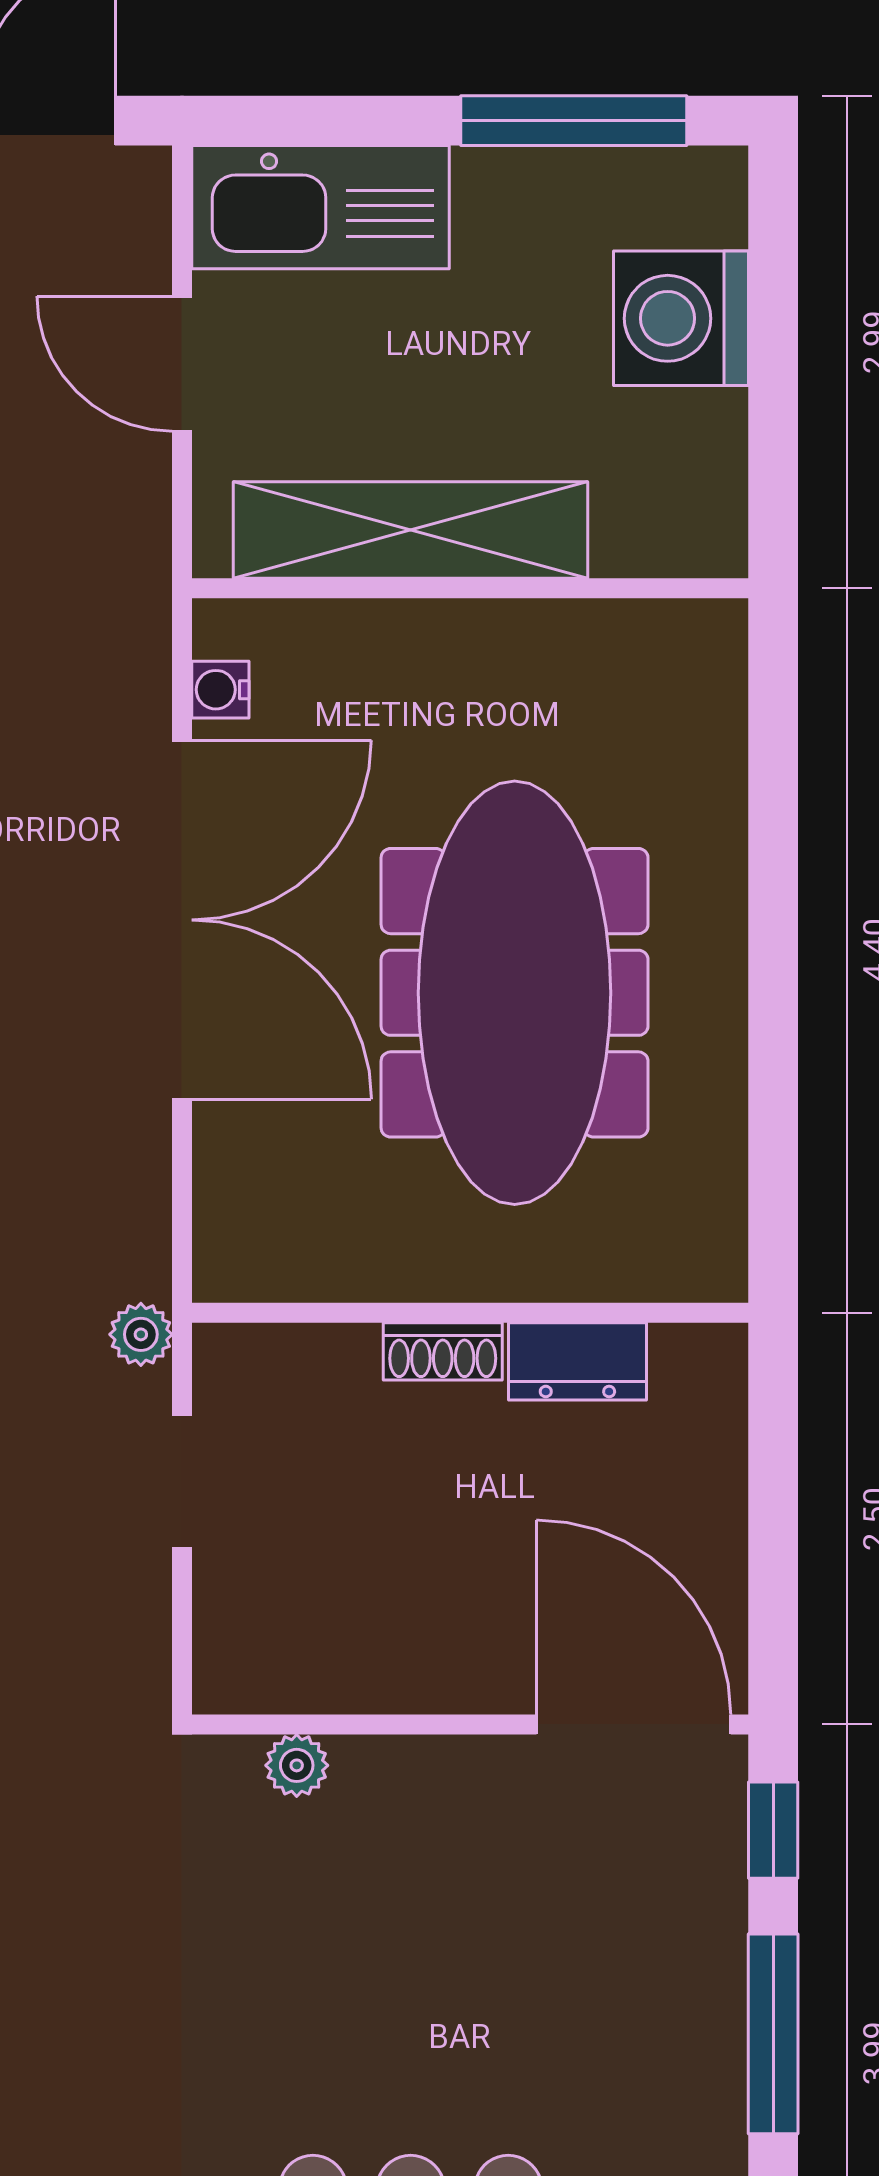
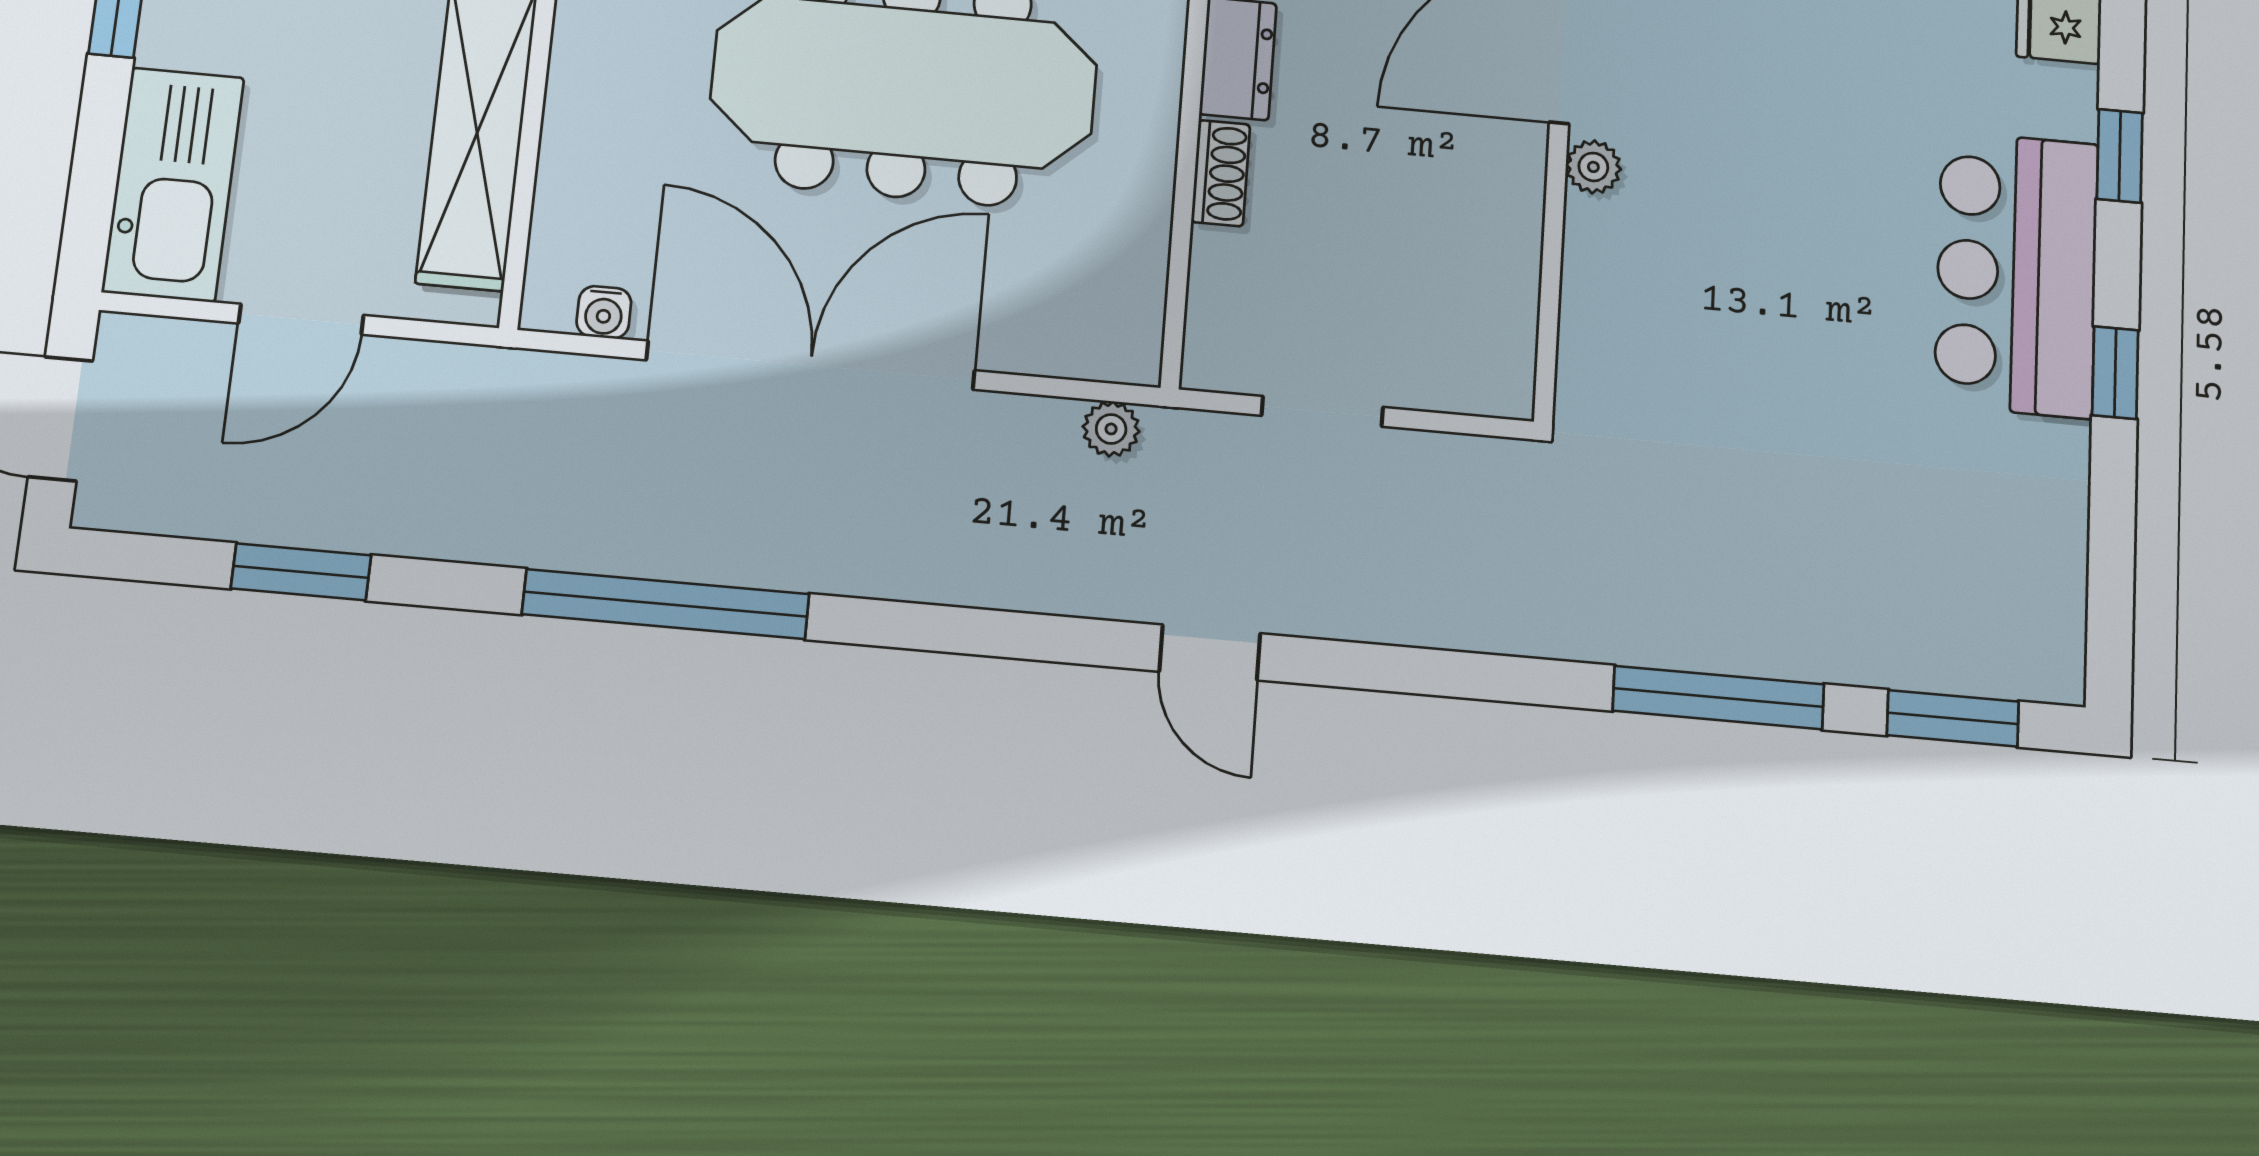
plant: (141, 1334) -> (1111, 429), moved
plant: (297, 1765) -> (1593, 167), moved

